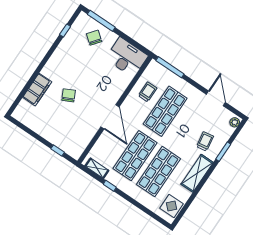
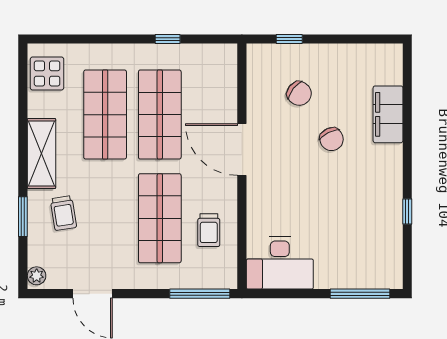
window: (65, 31) -> (407, 211), moved
chair: (94, 38) -> (299, 93), moved
shelving: (97, 168) -> (207, 53), removed

